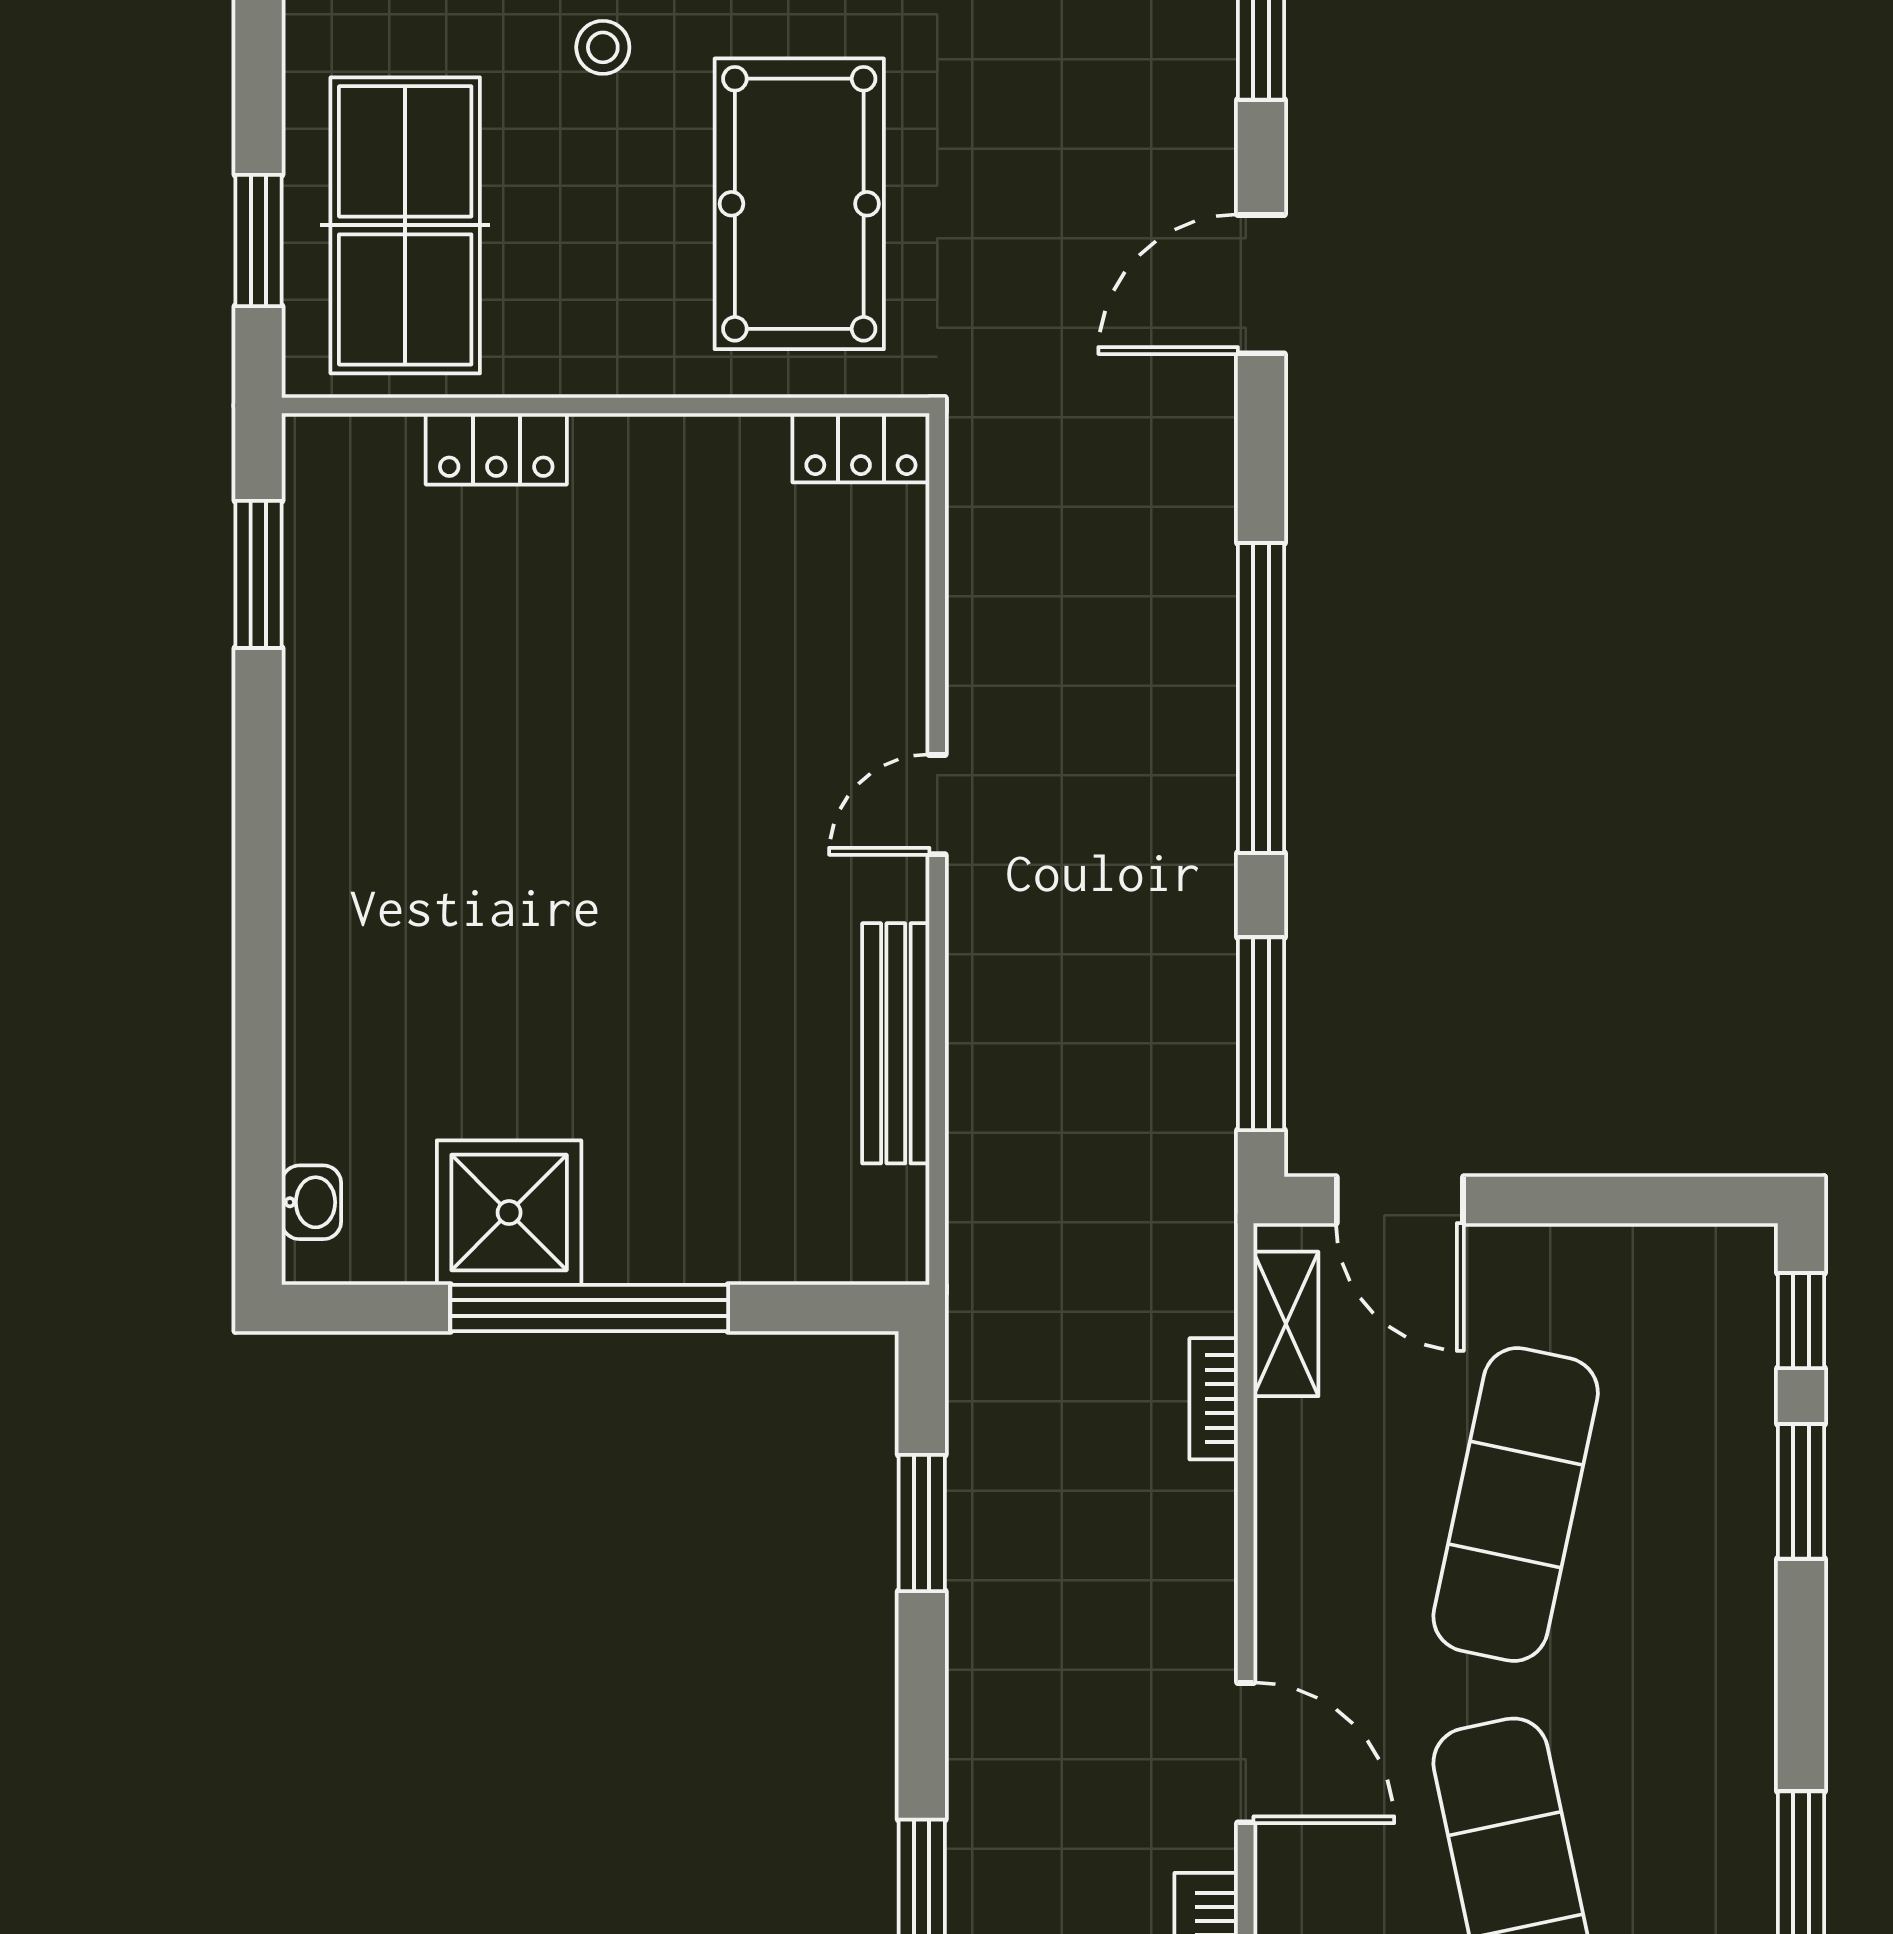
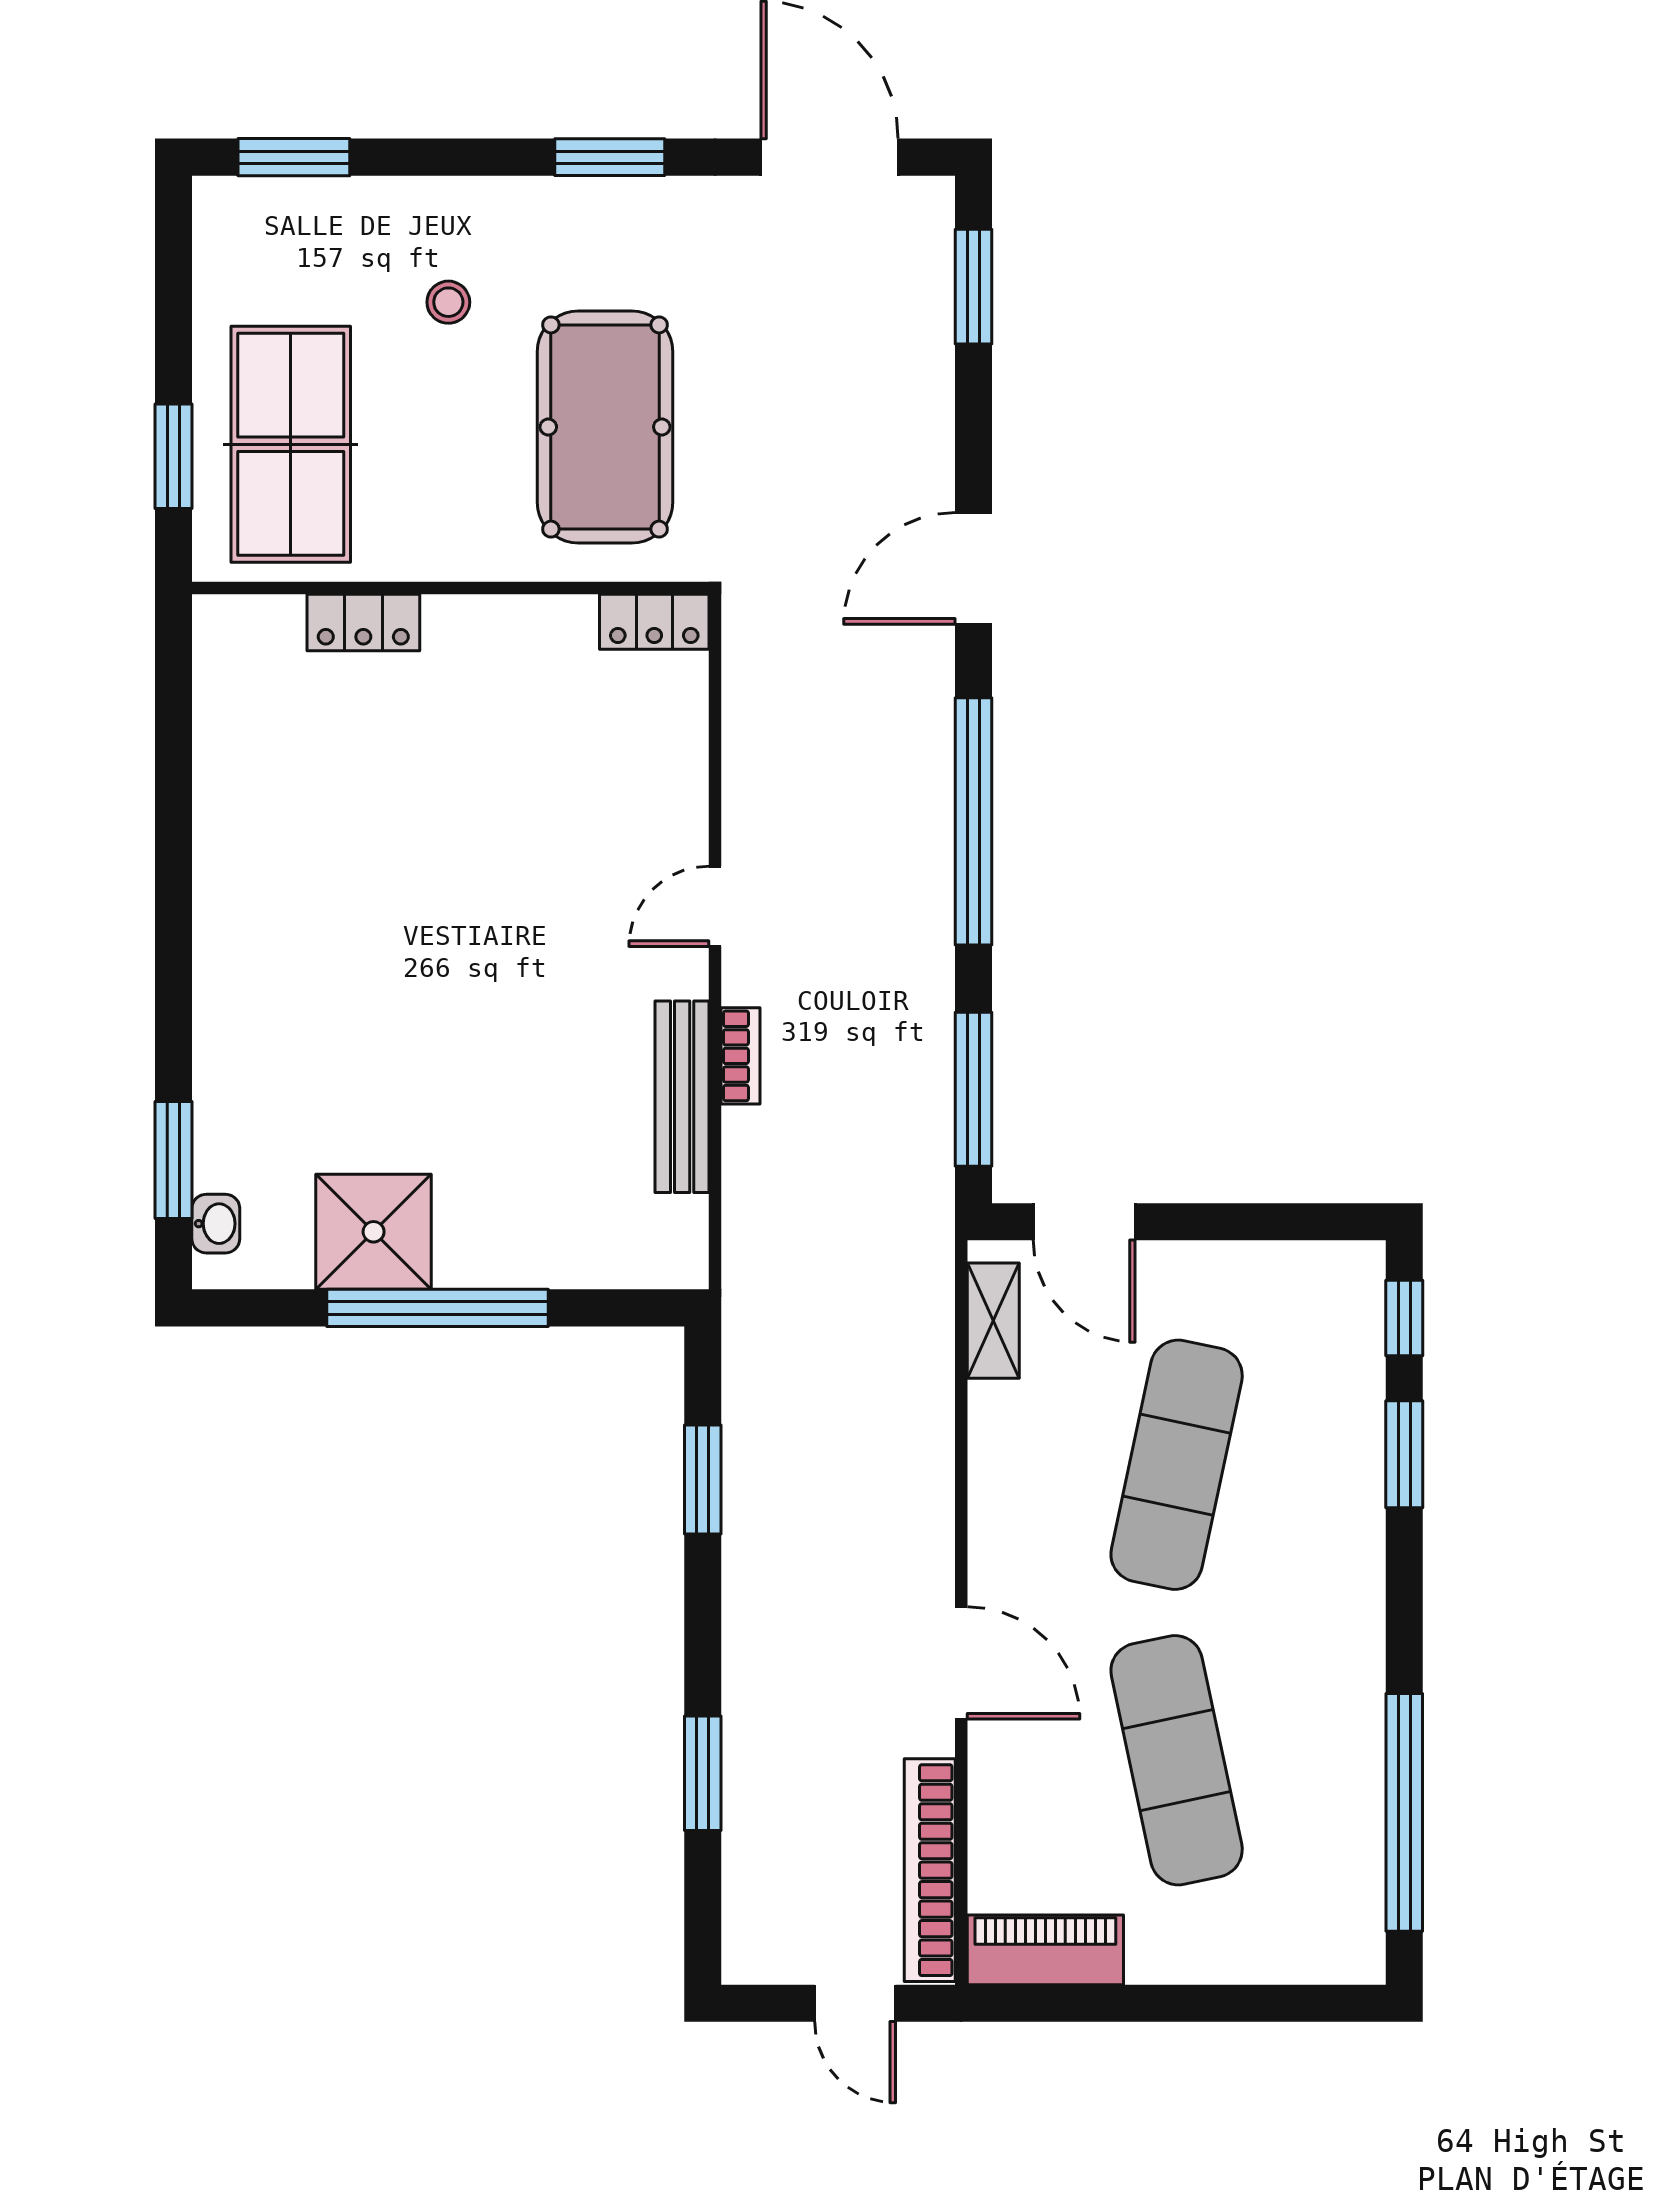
door: (1261, 284) -> (973, 568), moved
window: (258, 574) -> (174, 1160), moved
bookcase: (1214, 1399) -> (741, 1056), moved, turned 180

